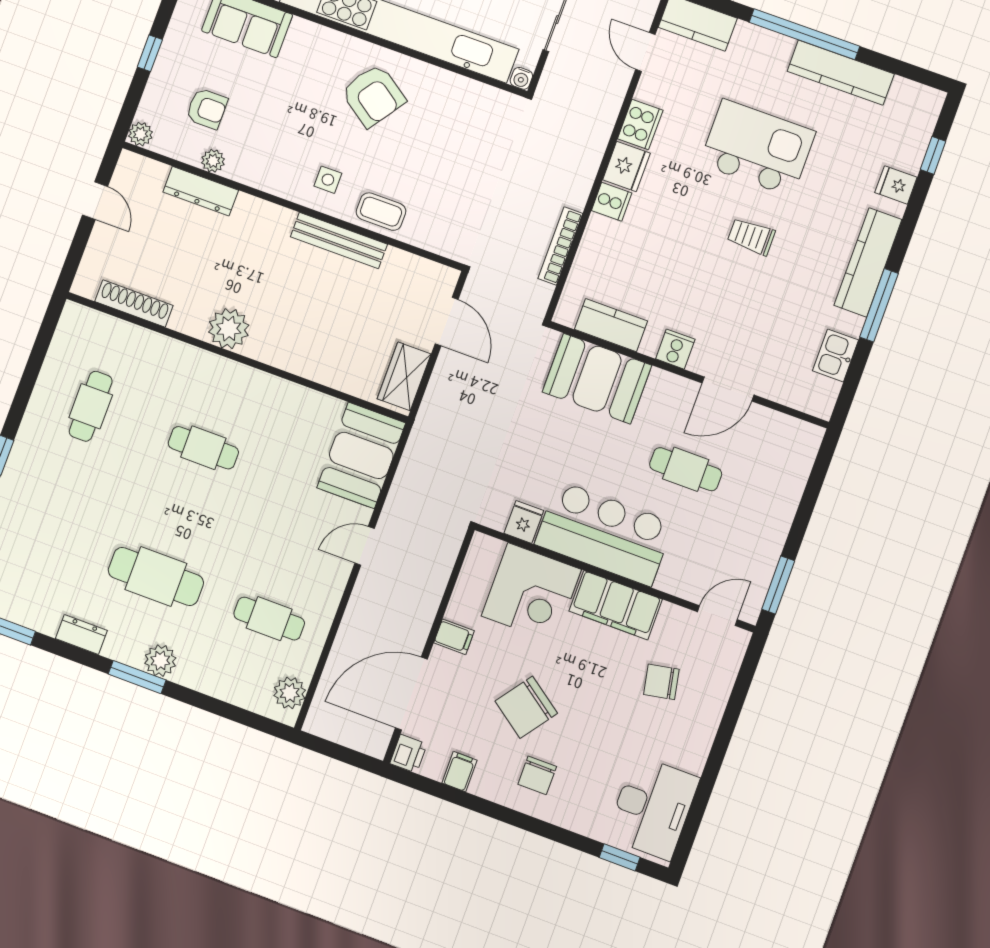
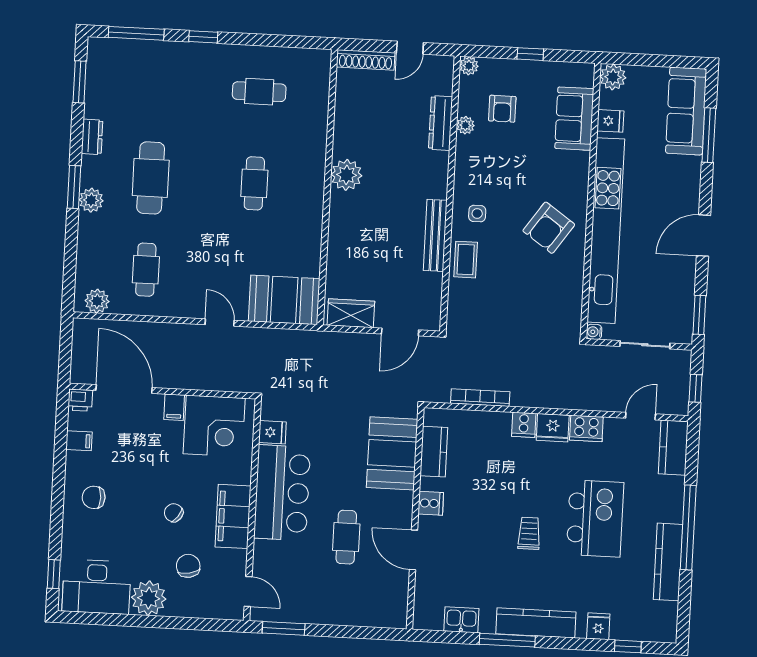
shoe rack: (134, 304) -> (366, 60), moved, turned 90
corner desk: (531, 593) -> (214, 426), moved, turned -90
chair: (526, 707) -> (174, 513), moved, width x0.54, depth x0.54
plant: (687, 745) -> (149, 598), added

